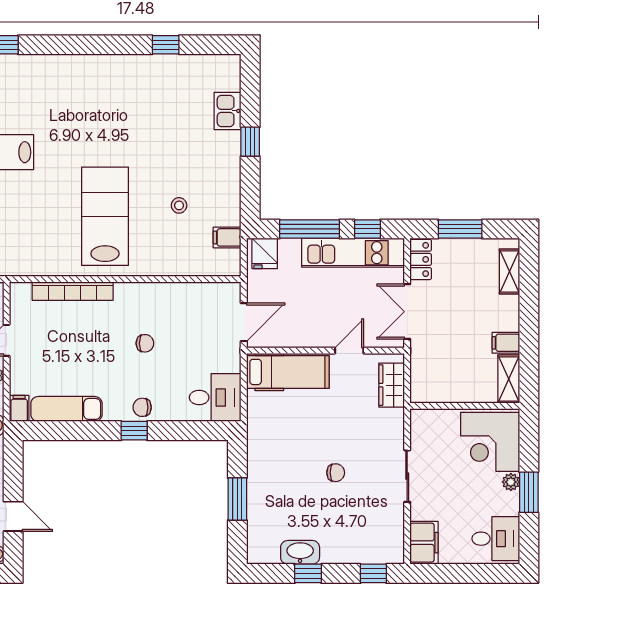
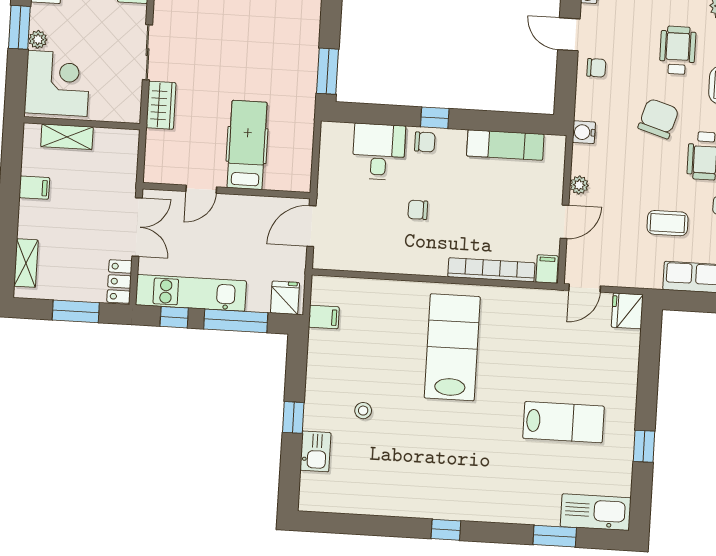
window: (166, 45) -> (446, 530), moved
stool: (179, 205) -> (363, 411), moved
lab bench: (105, 216) -> (452, 347), turned 180
hospital bed: (288, 372) -> (247, 145), moved, turned 90
shelving: (509, 379) -> (67, 137), moved, turned 90
wardrobe: (392, 385) -> (161, 105), moved
desk: (215, 398) -> (379, 152), moved, turned 90
filing cabinet: (19, 408) -> (547, 269), moved, turned 180
chair: (336, 473) -> (223, 60), removed
window: (237, 499) -> (328, 71), moved

